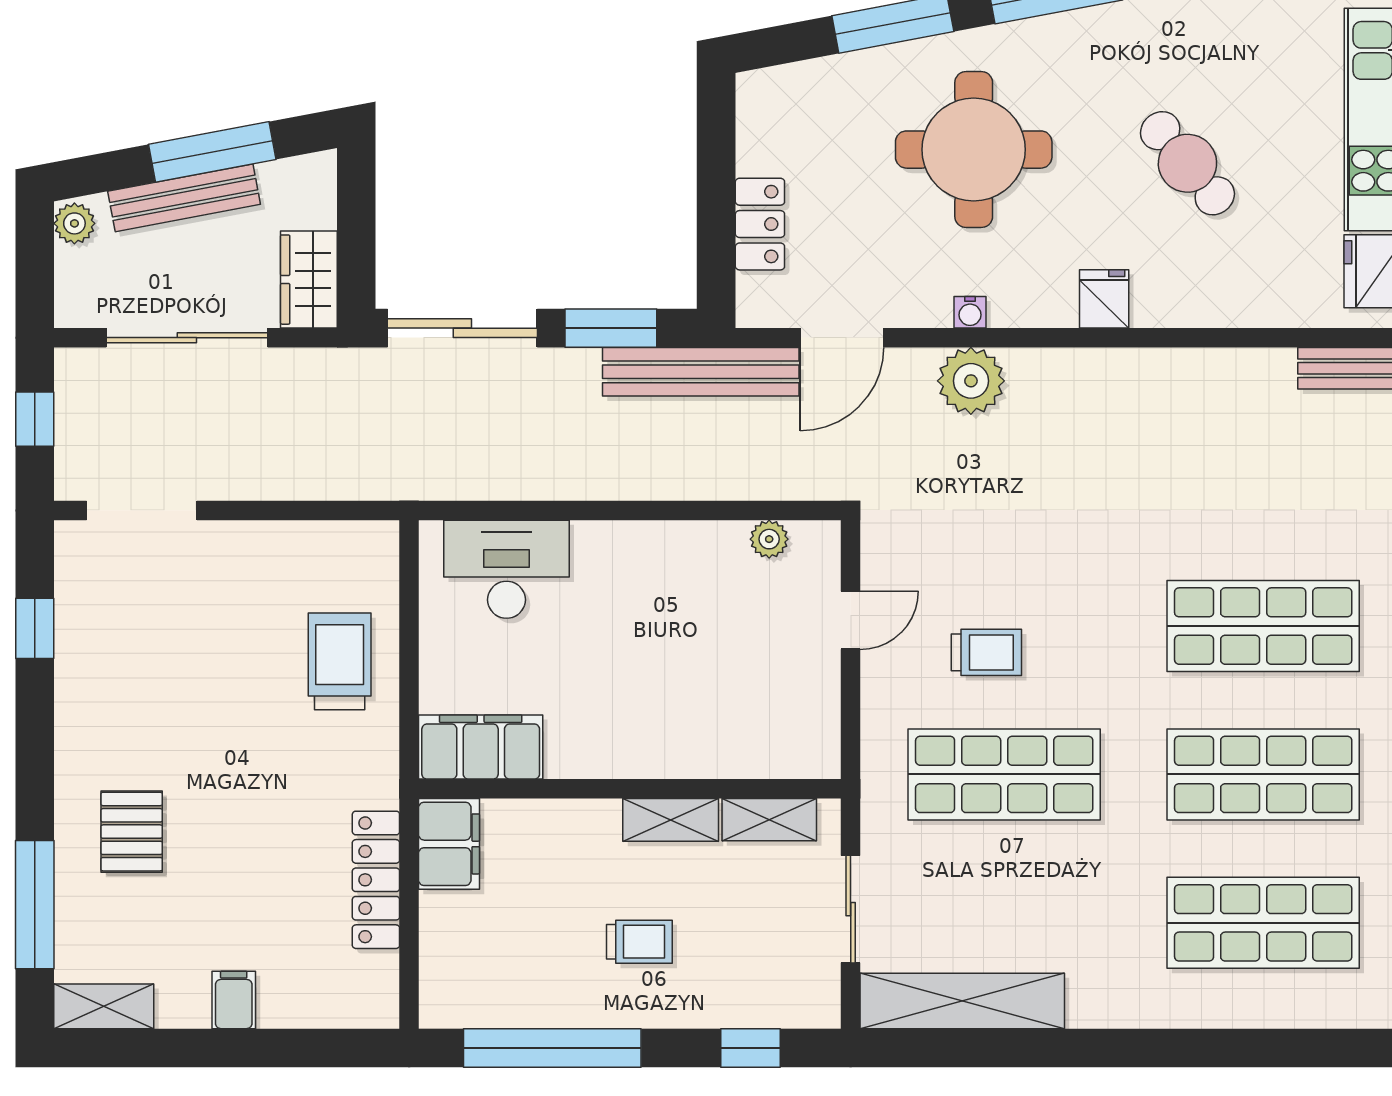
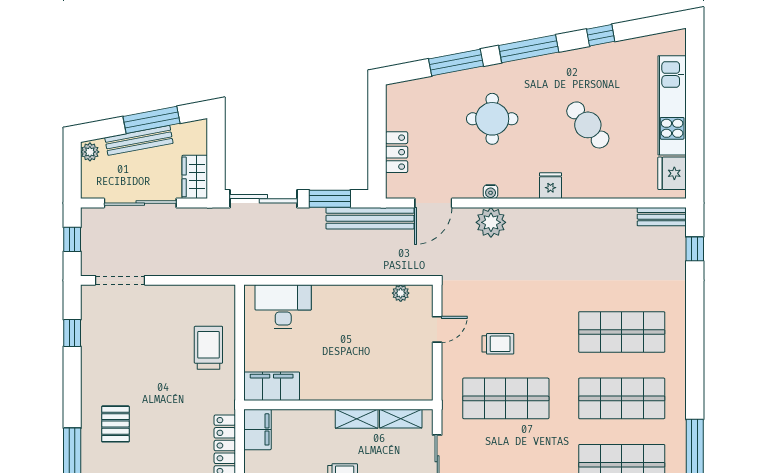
round table: (974, 150) -> (492, 119), width x0.73, depth x0.73

